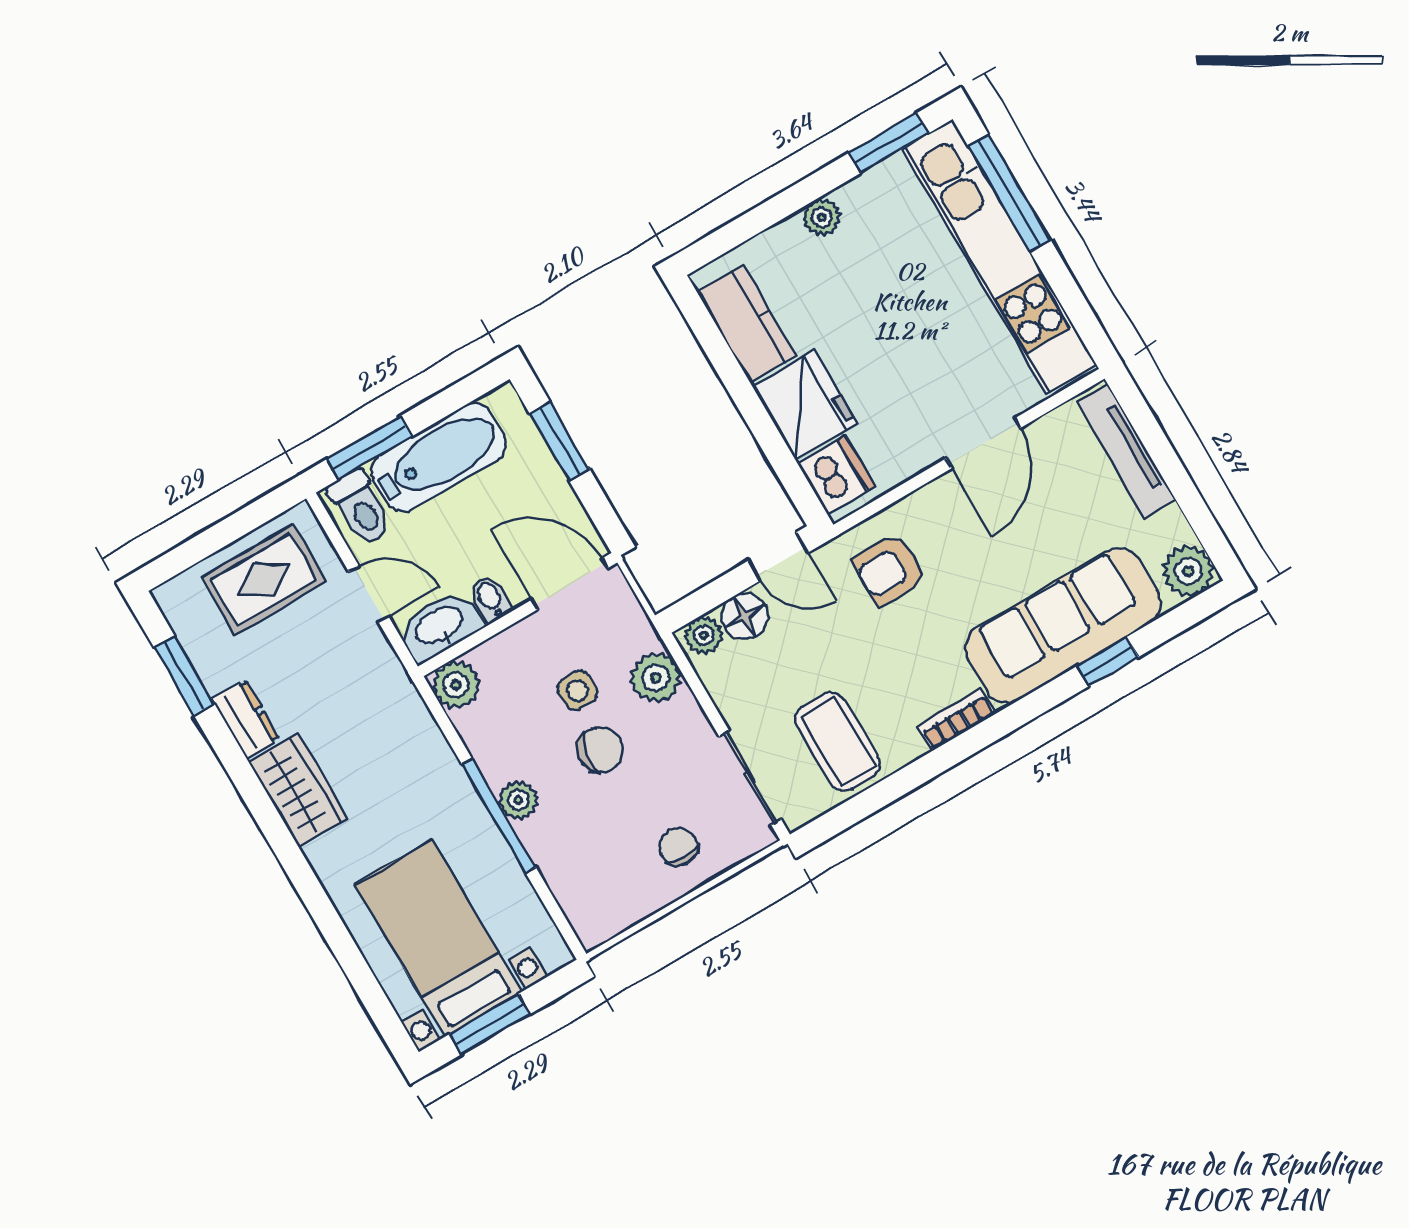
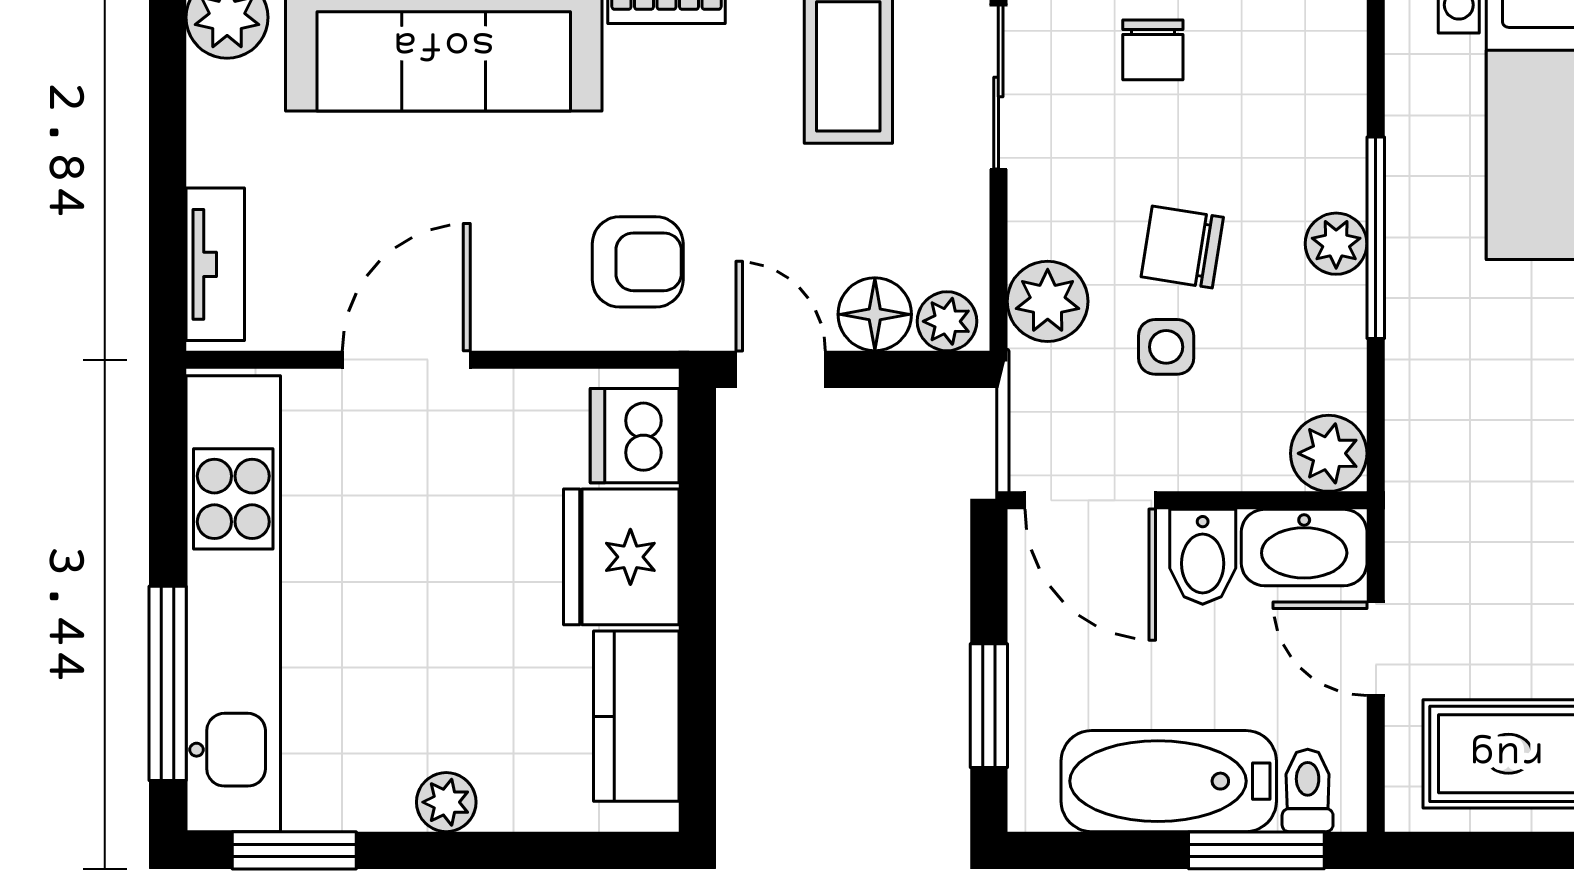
tv unit: (1126, 451) -> (215, 264), width x0.71
toilet: (361, 508) -> (1308, 790), width x0.73, depth x0.72
bidet: (490, 599) -> (1203, 557), width x1.38, depth x1.36

